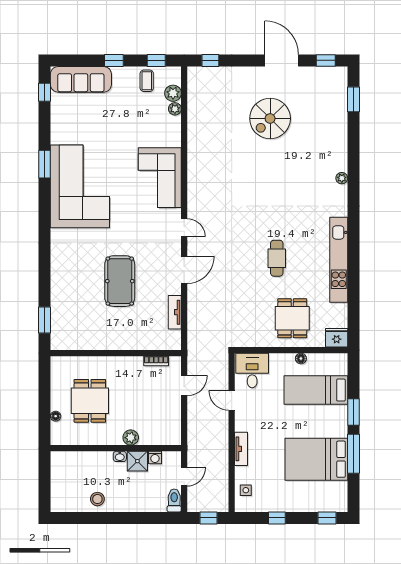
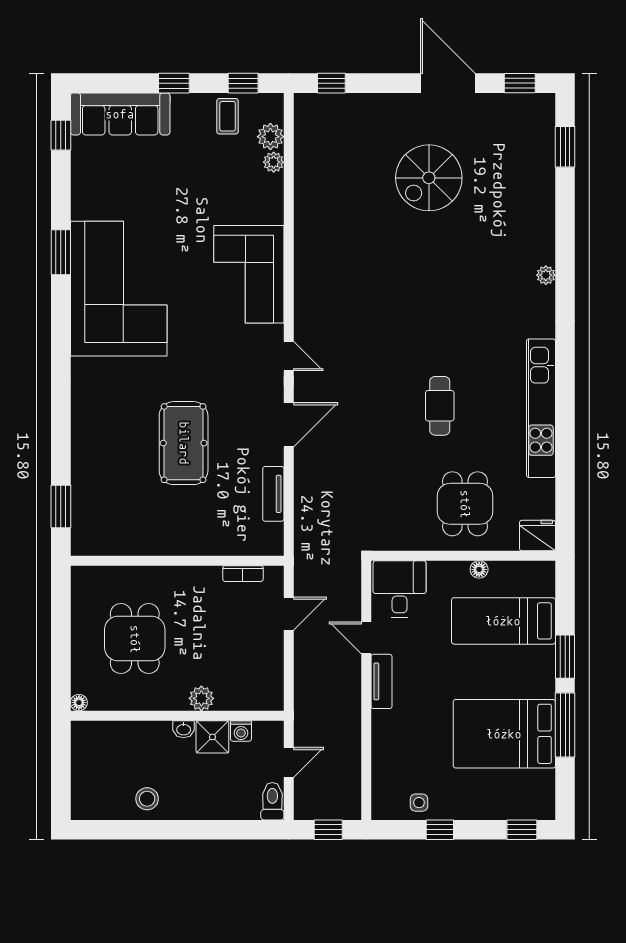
floor lamp: (56, 416) -> (79, 703), moved
tv unit: (241, 449) -> (381, 681), moved
side table: (246, 490) -> (419, 803), moved

